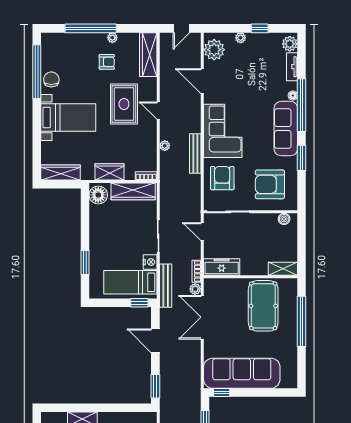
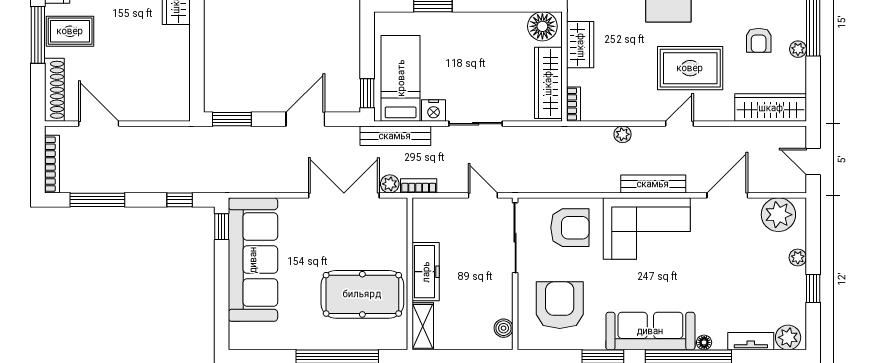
bench: (195, 154) -> (653, 184), moved
door: (202, 232) -> (483, 195), hinge flipped
freezer: (222, 267) -> (426, 272), moved

